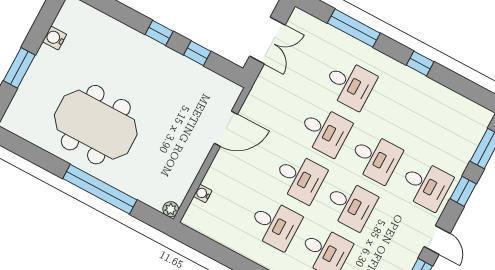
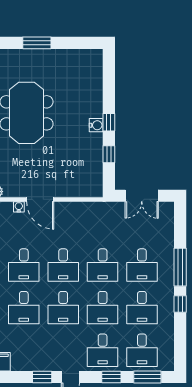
window: (354, 28) -> (180, 267), moved
water cooler: (55, 38) -> (96, 125), moved, turned 90
desk: (400, 111) -> (142, 308), added
door: (226, 129) -> (40, 199), moved
desk: (451, 138) -> (142, 350), added

